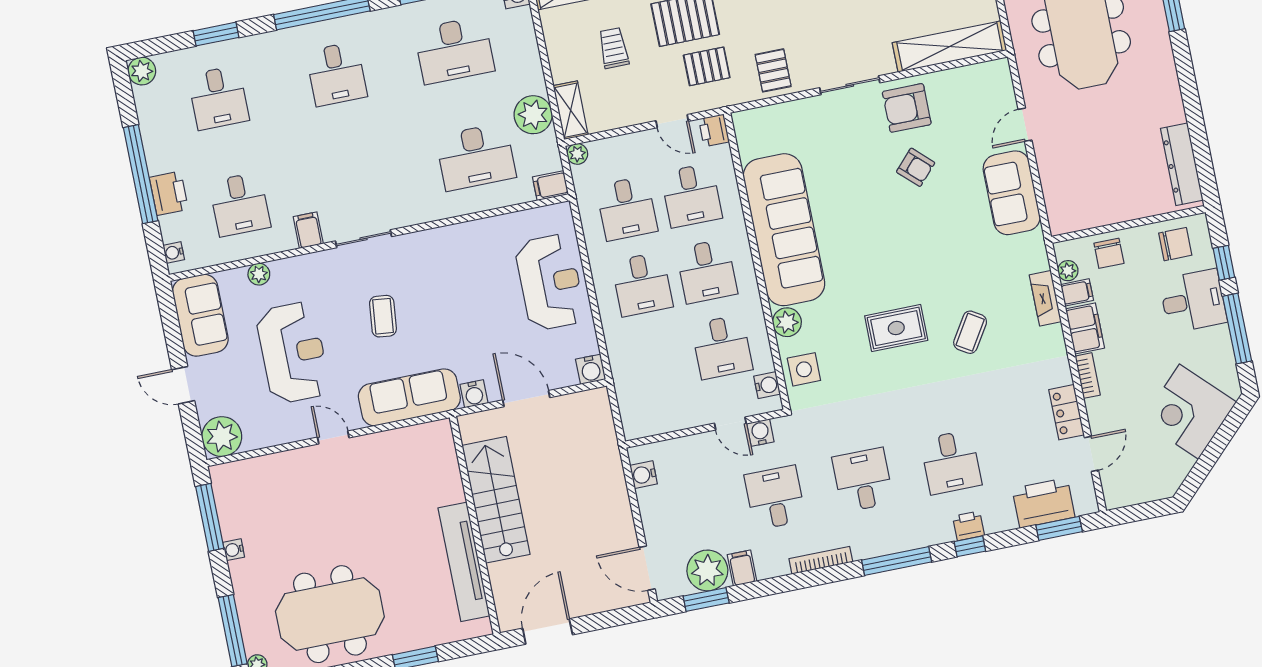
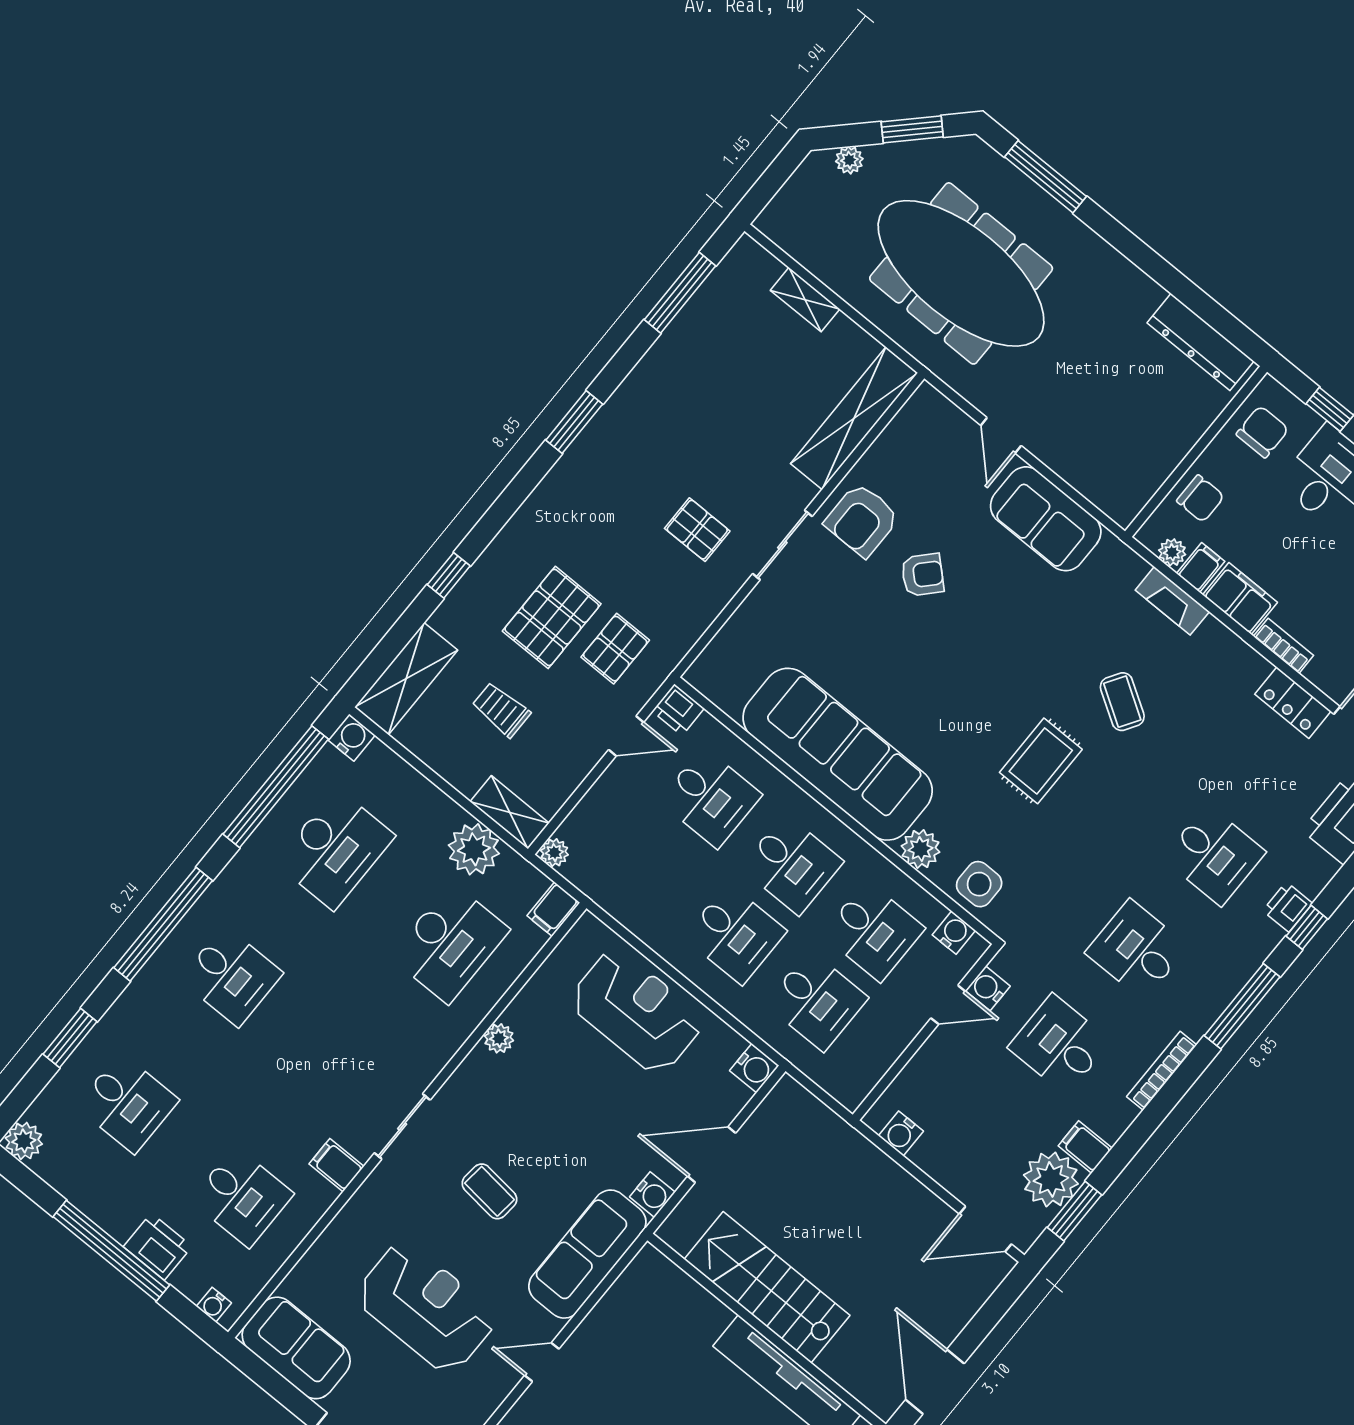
pallet: (773, 70) -> (697, 530), moved
desk: (627, 208) -> (817, 1001), moved
plant: (259, 274) -> (499, 1038), moved

